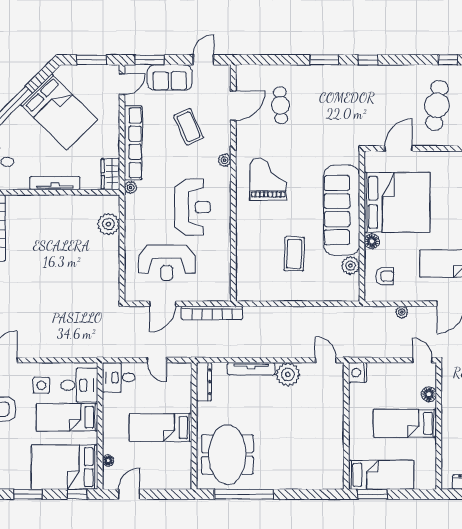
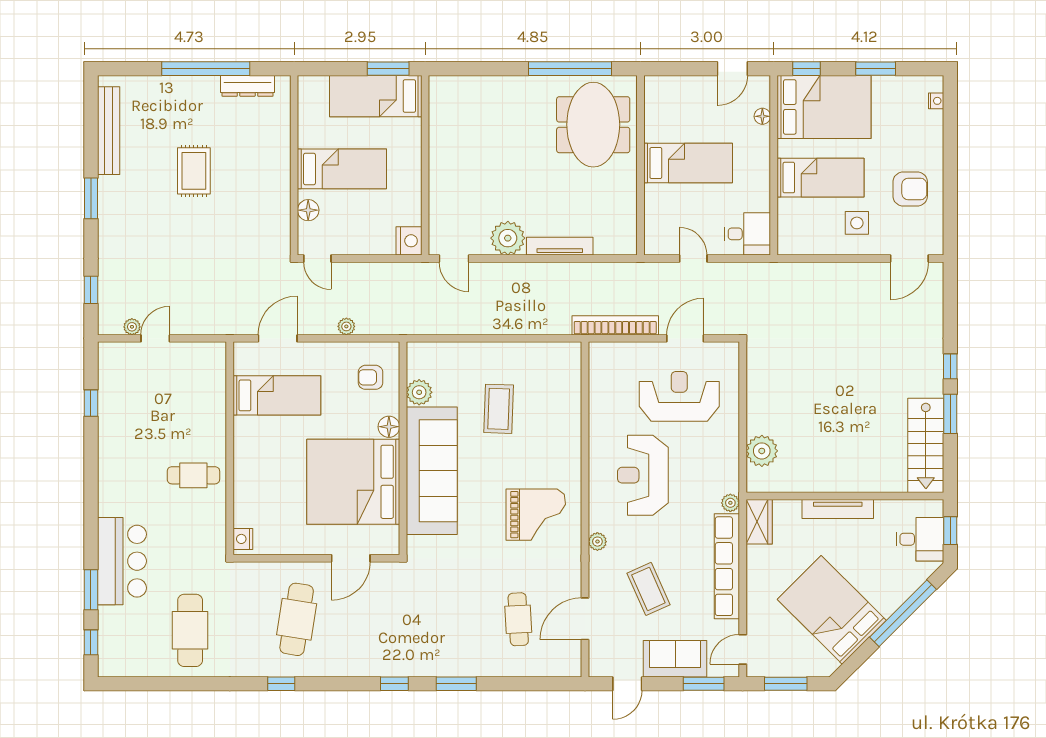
grand piano: (268, 179) -> (536, 515), turned -90
dresser: (204, 382) -> (627, 228), removed
desk: (79, 385) -> (803, 223), removed

